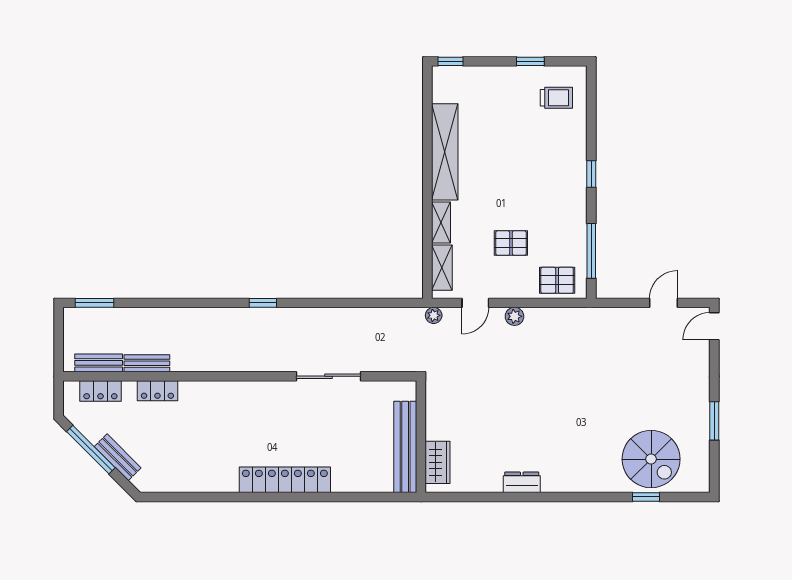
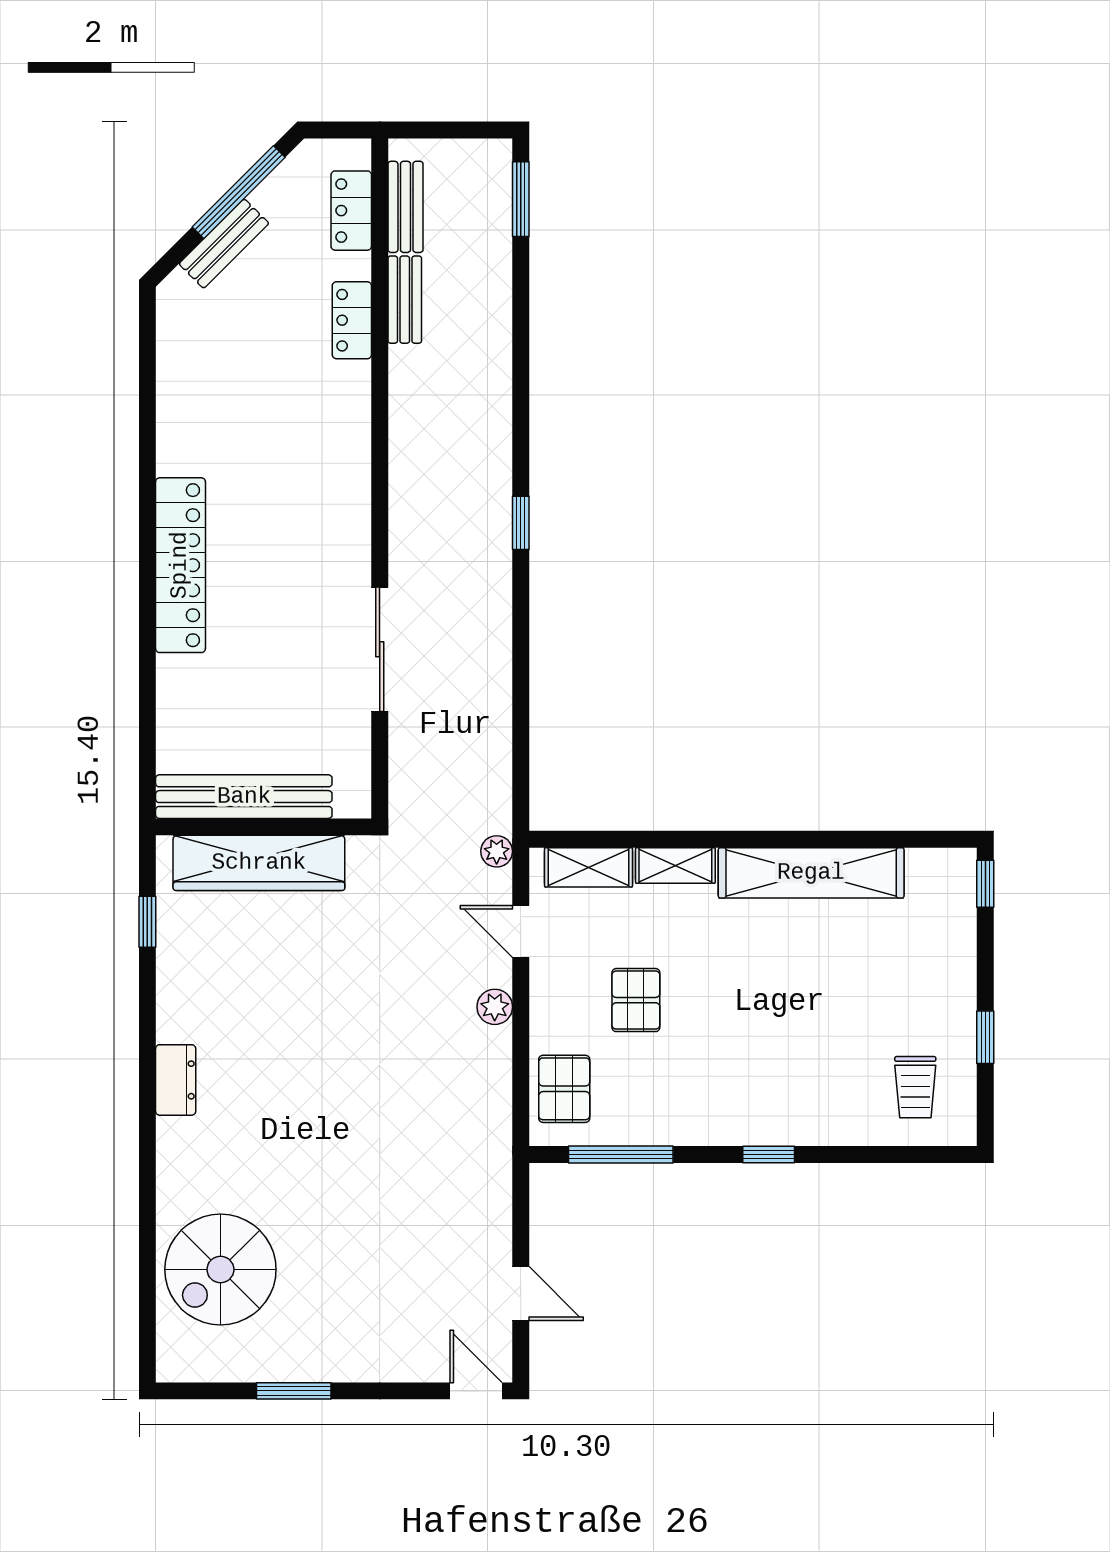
wardrobe: (438, 462) -> (259, 863), width x2.10, depth x1.17
dresser: (522, 482) -> (176, 1080), moved
window: (646, 497) -> (147, 922), moved

